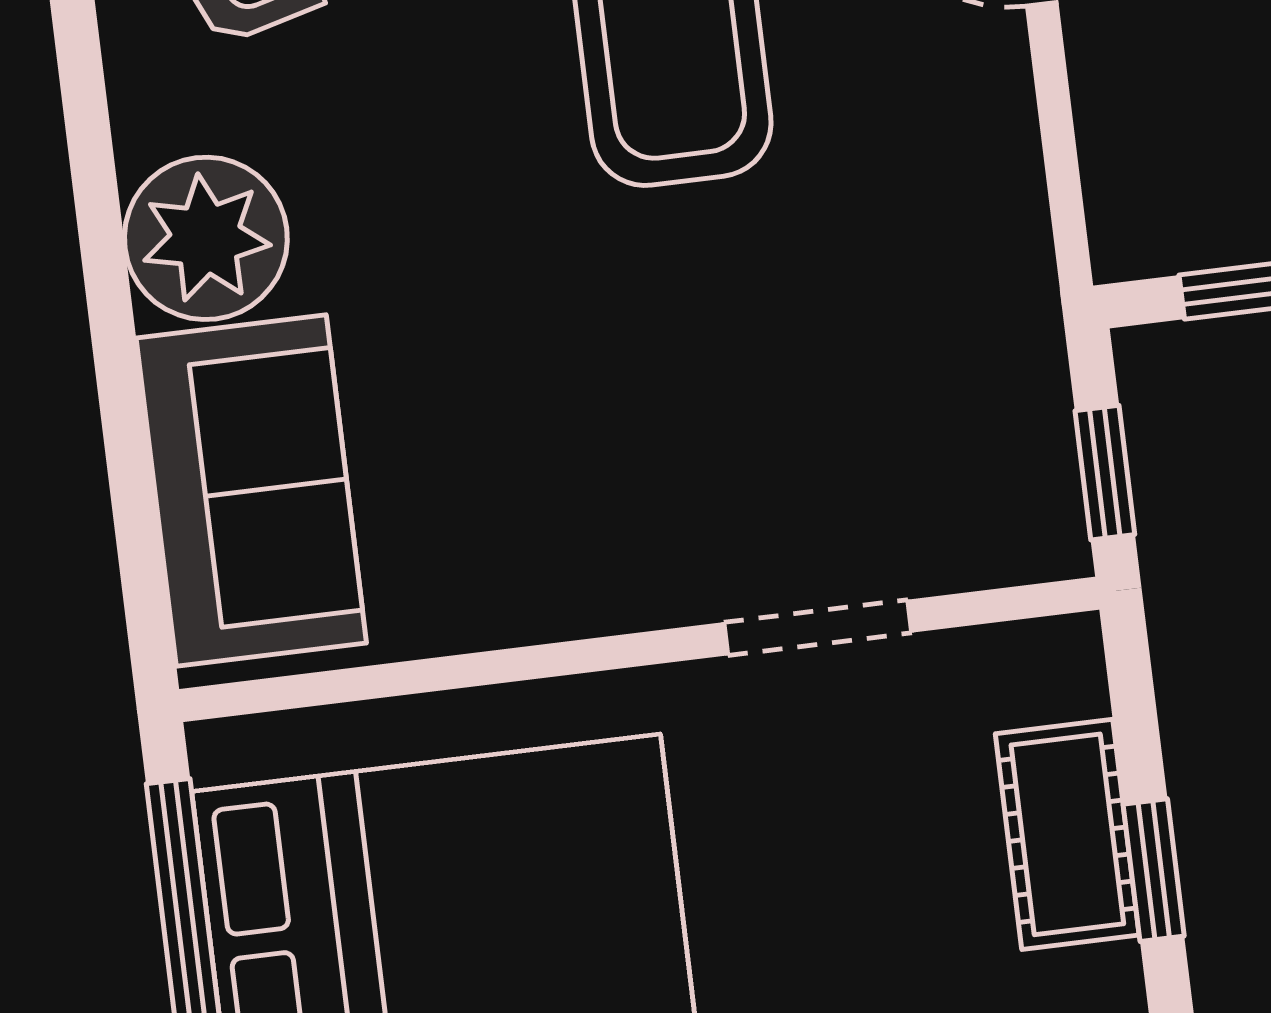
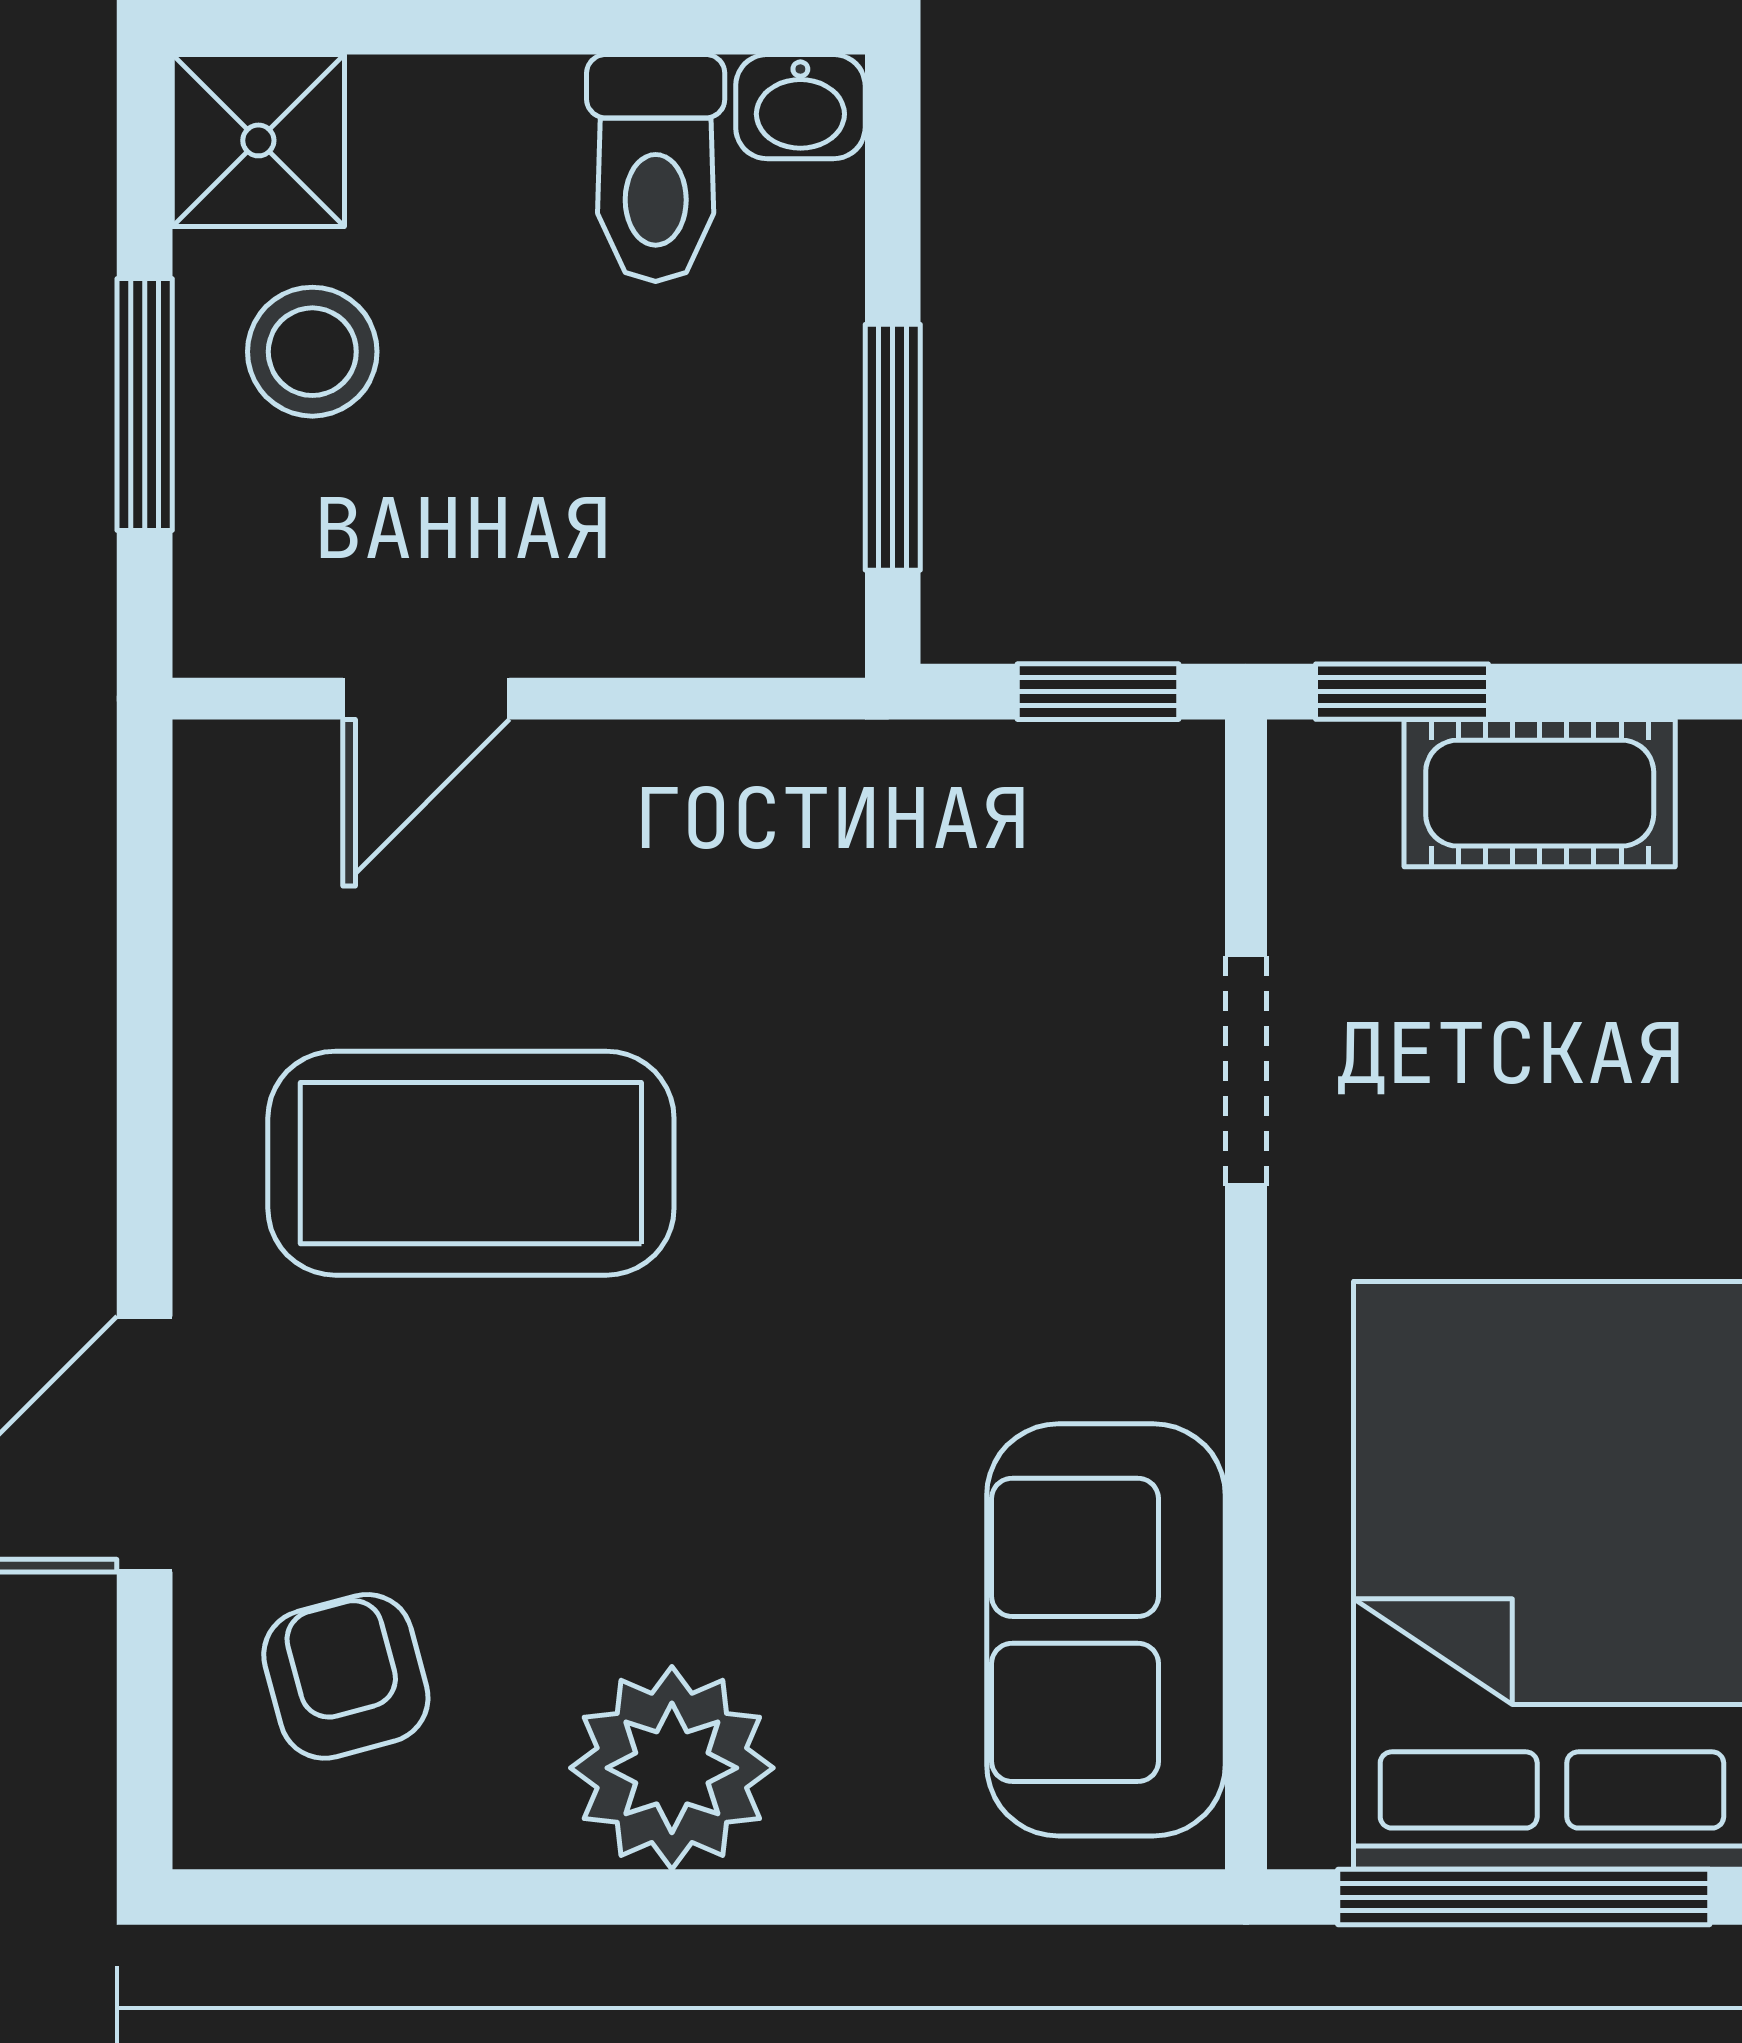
sofa: (251, 490) -> (1106, 1630), moved, turned -90
window: (1154, 870) -> (1402, 692), moved

